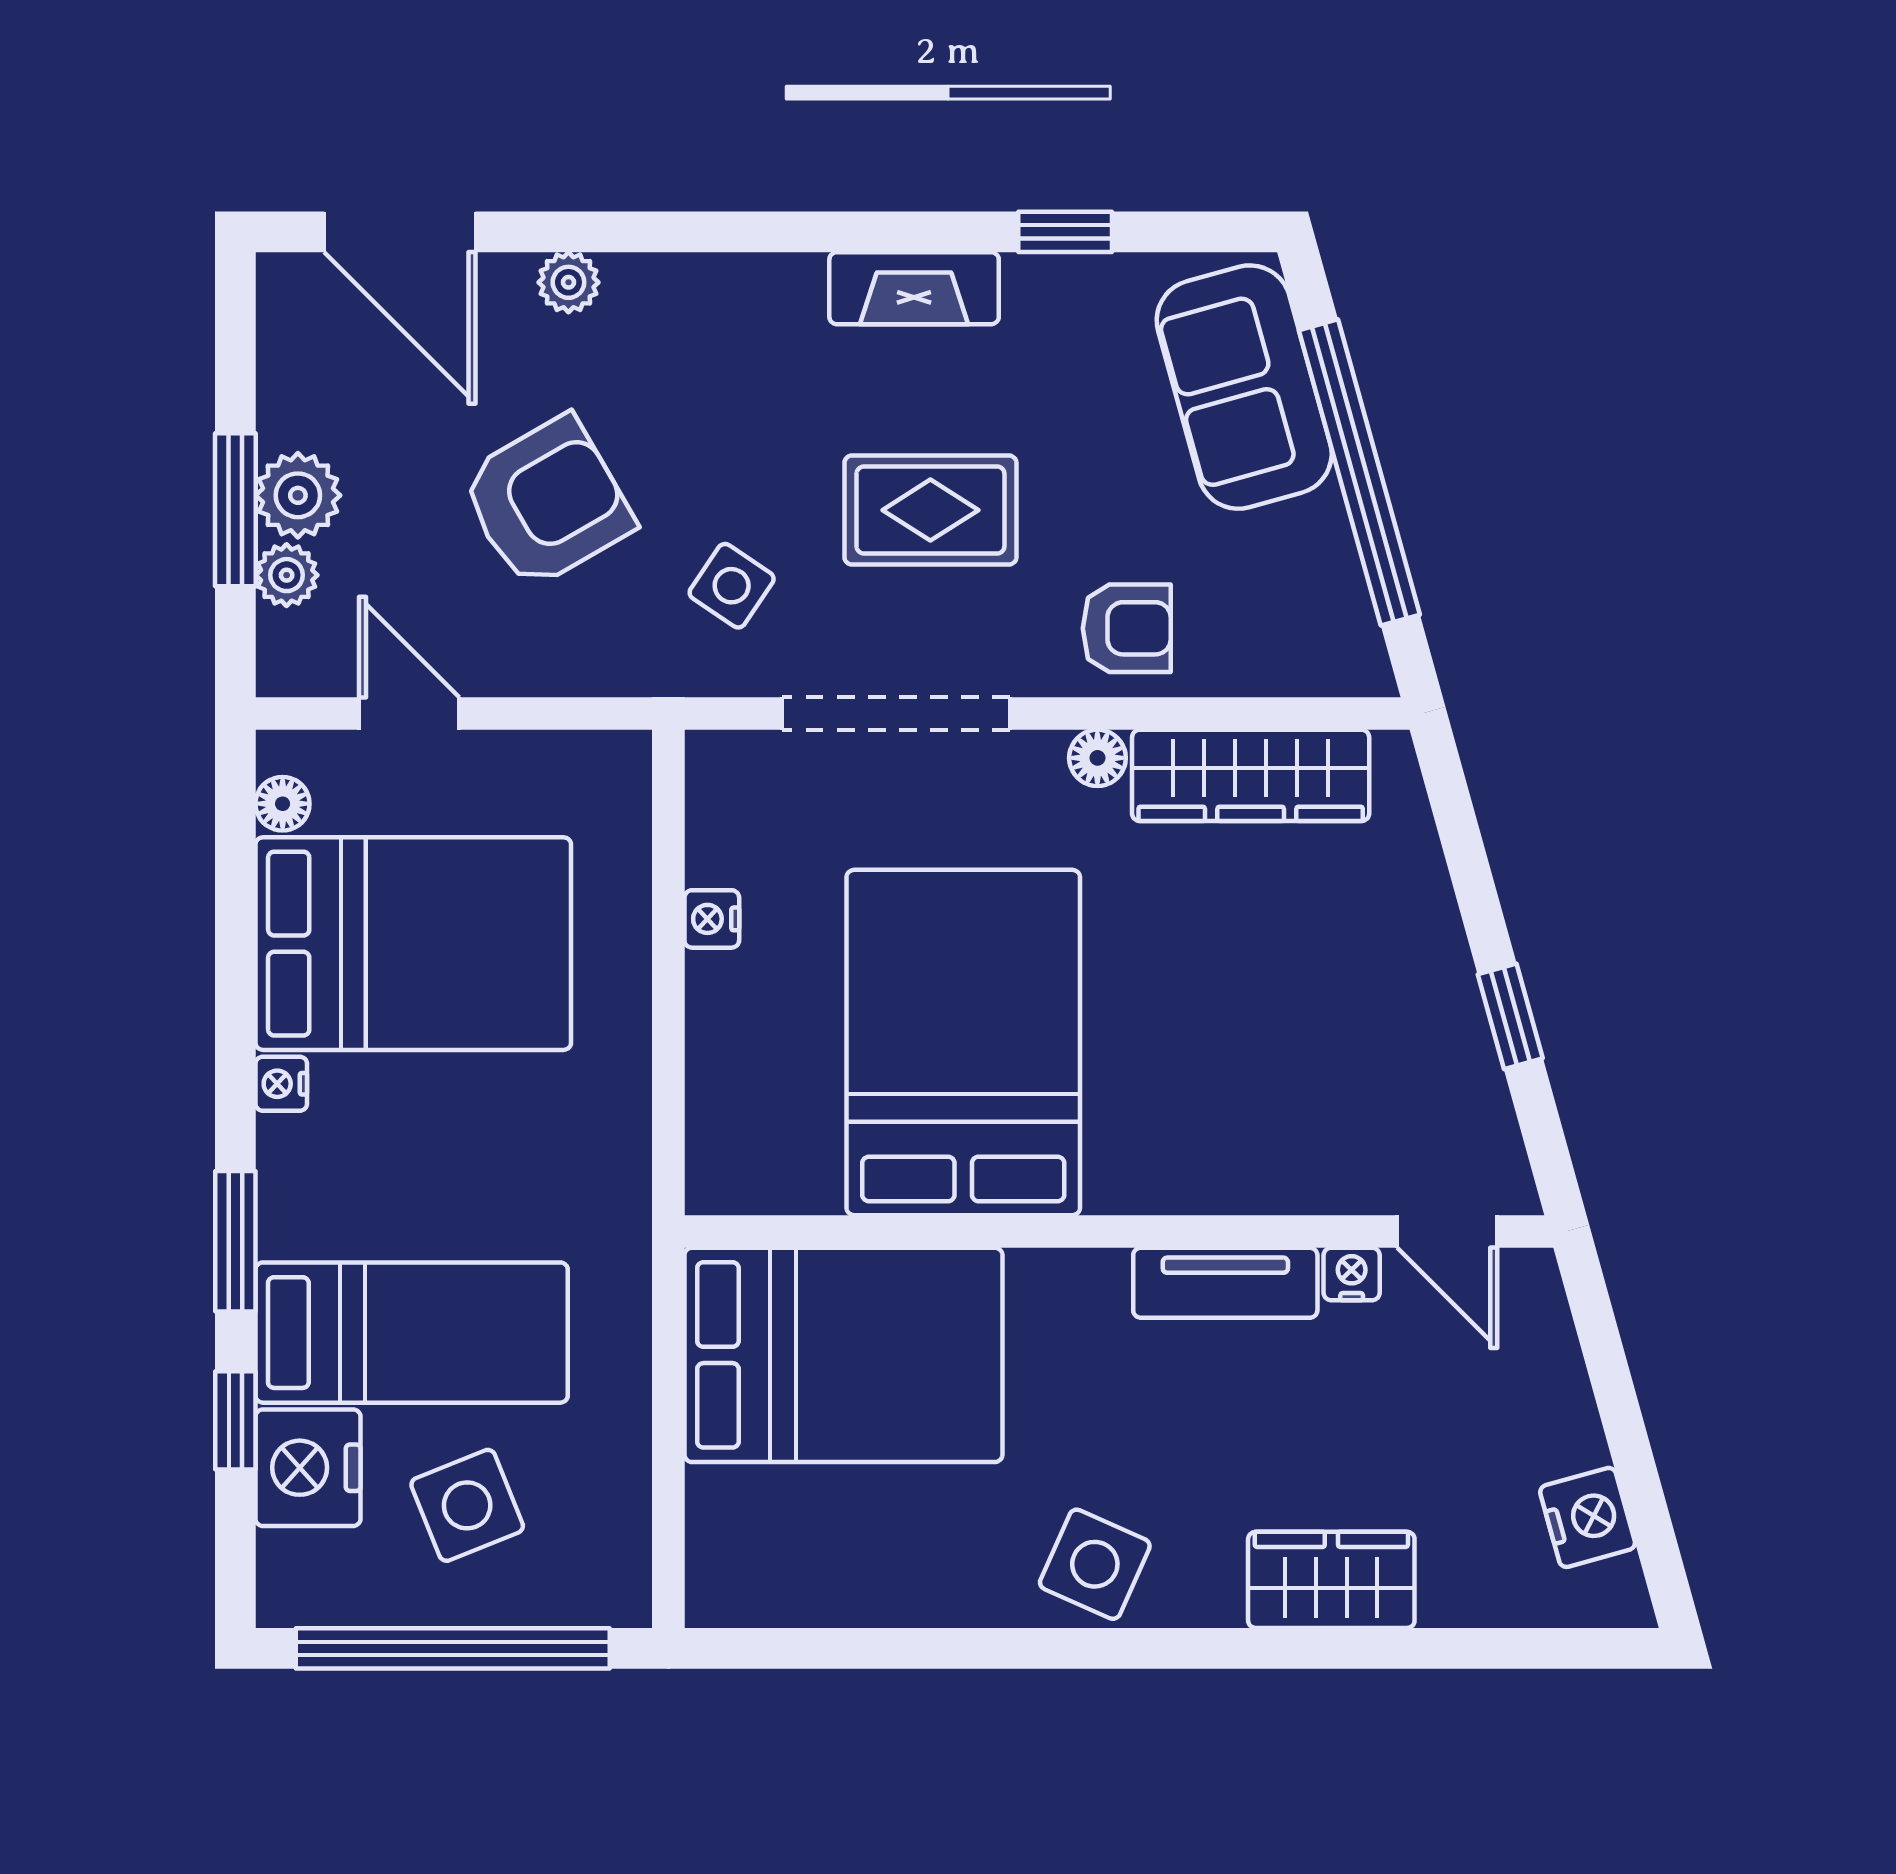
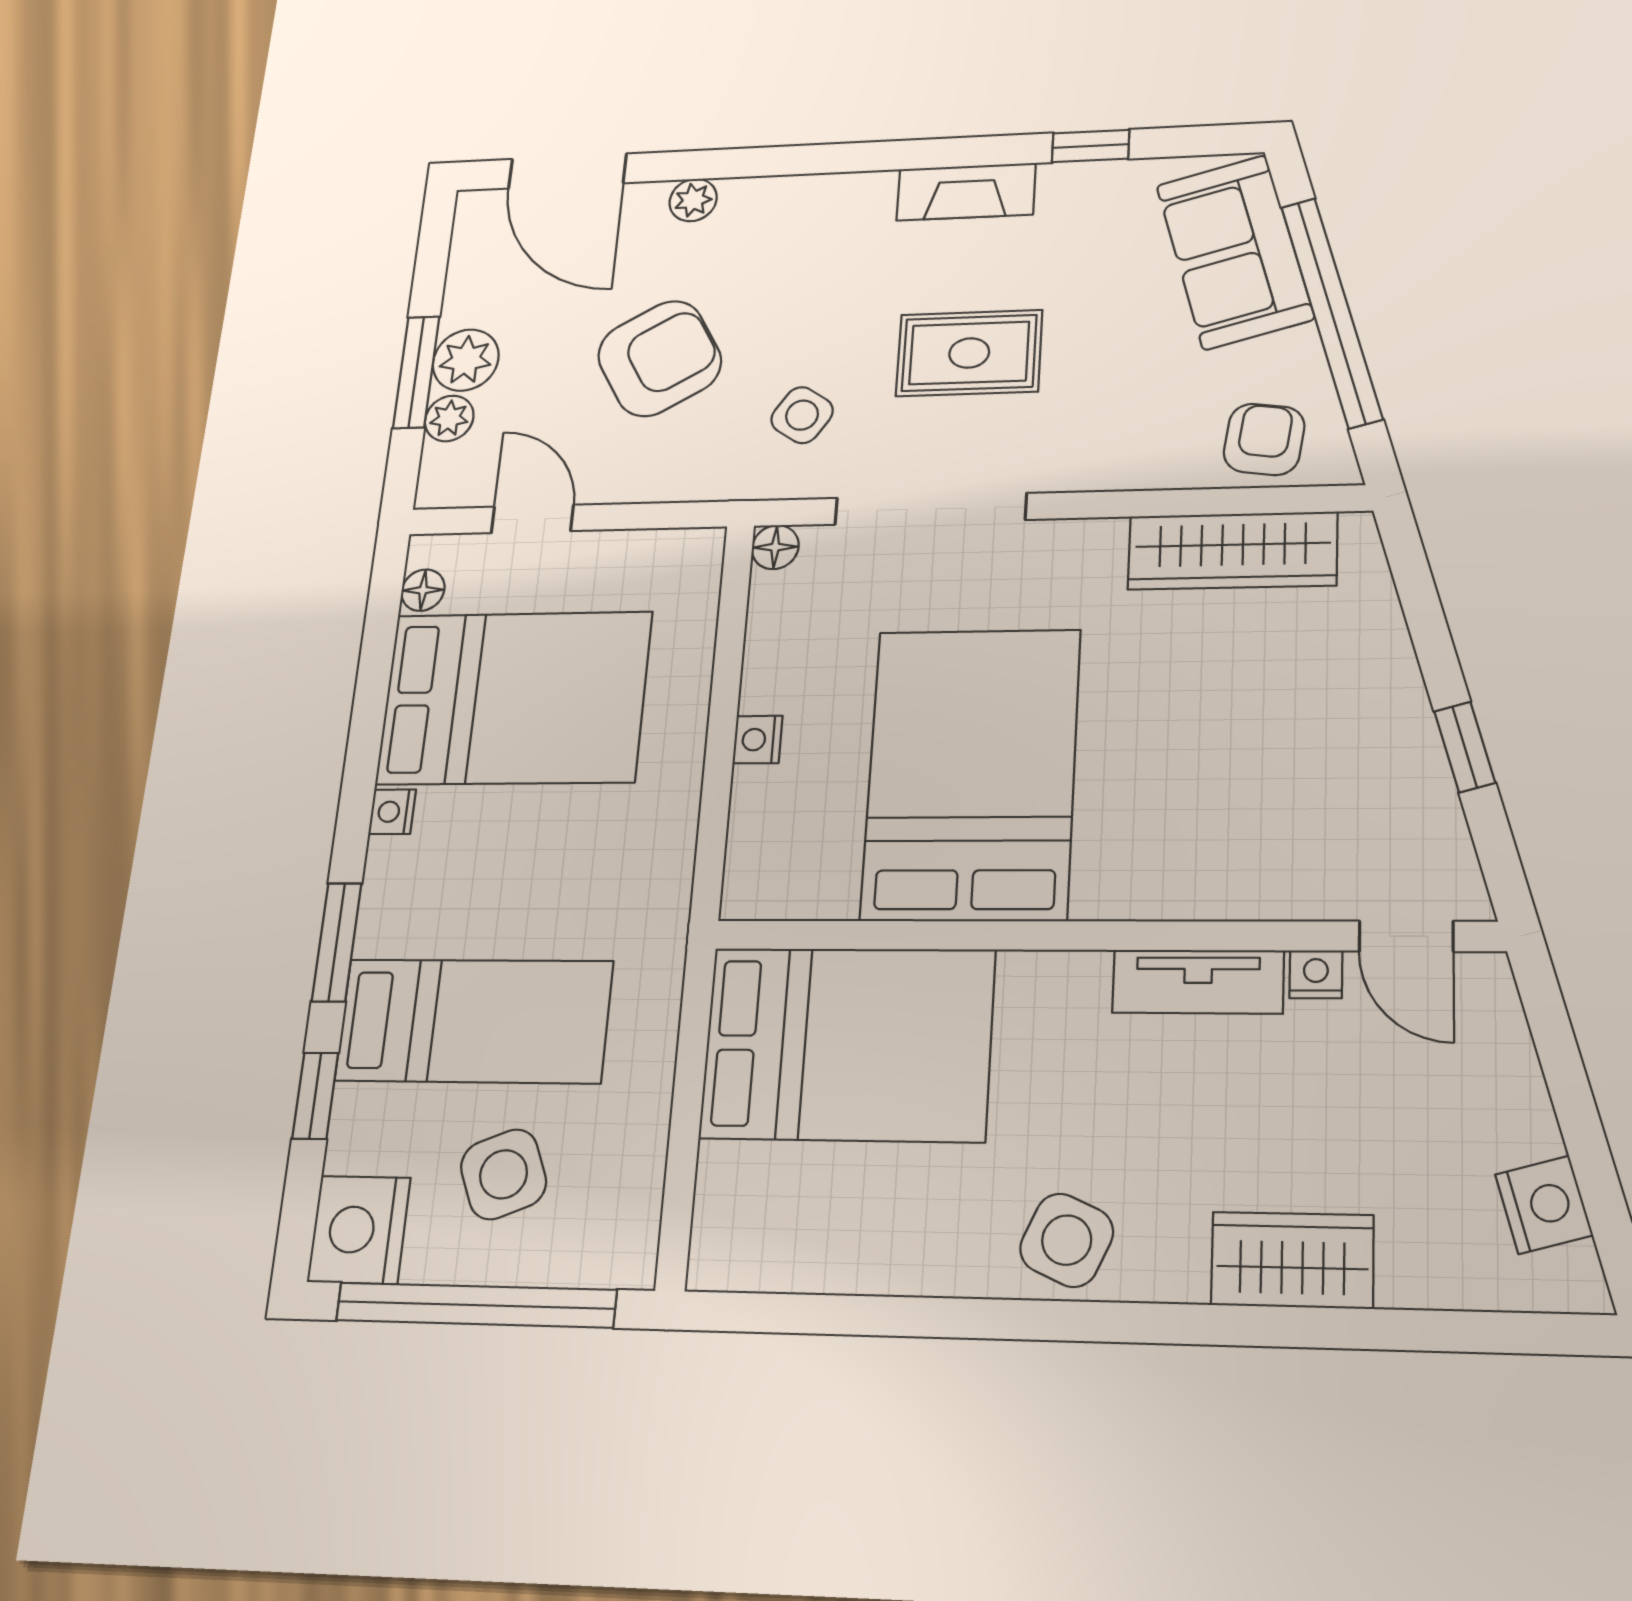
armchair: (1127, 628) -> (1264, 439), moved, turned -82
floor lamp: (1097, 758) -> (775, 547), moved
nightstand: (712, 919) -> (757, 740), moved
nightstand: (308, 1468) -> (359, 1230), moved

